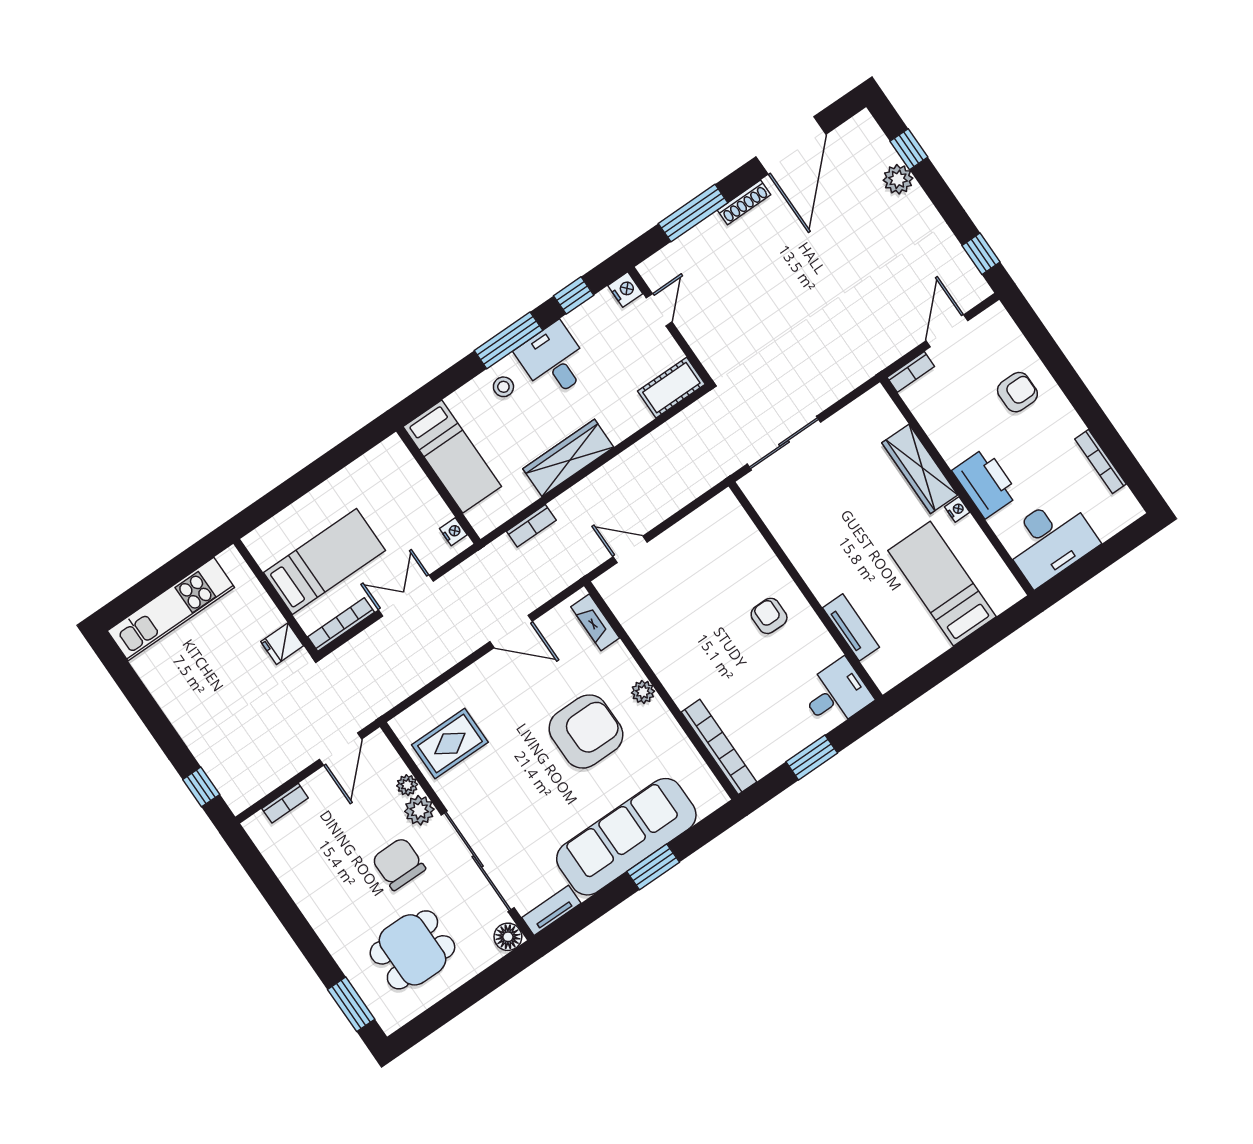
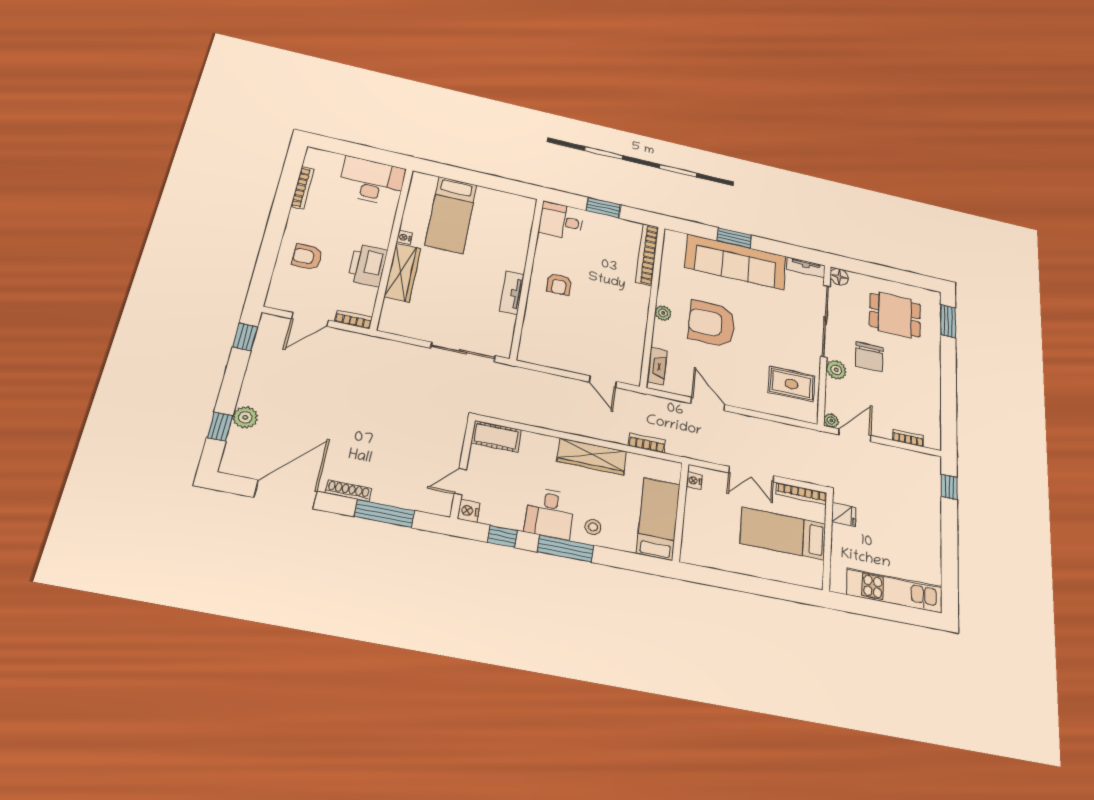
printer: (986, 483) -> (368, 265), moved
tv unit: (851, 627) -> (512, 293), moved
plant: (407, 785) -> (831, 420), moved

